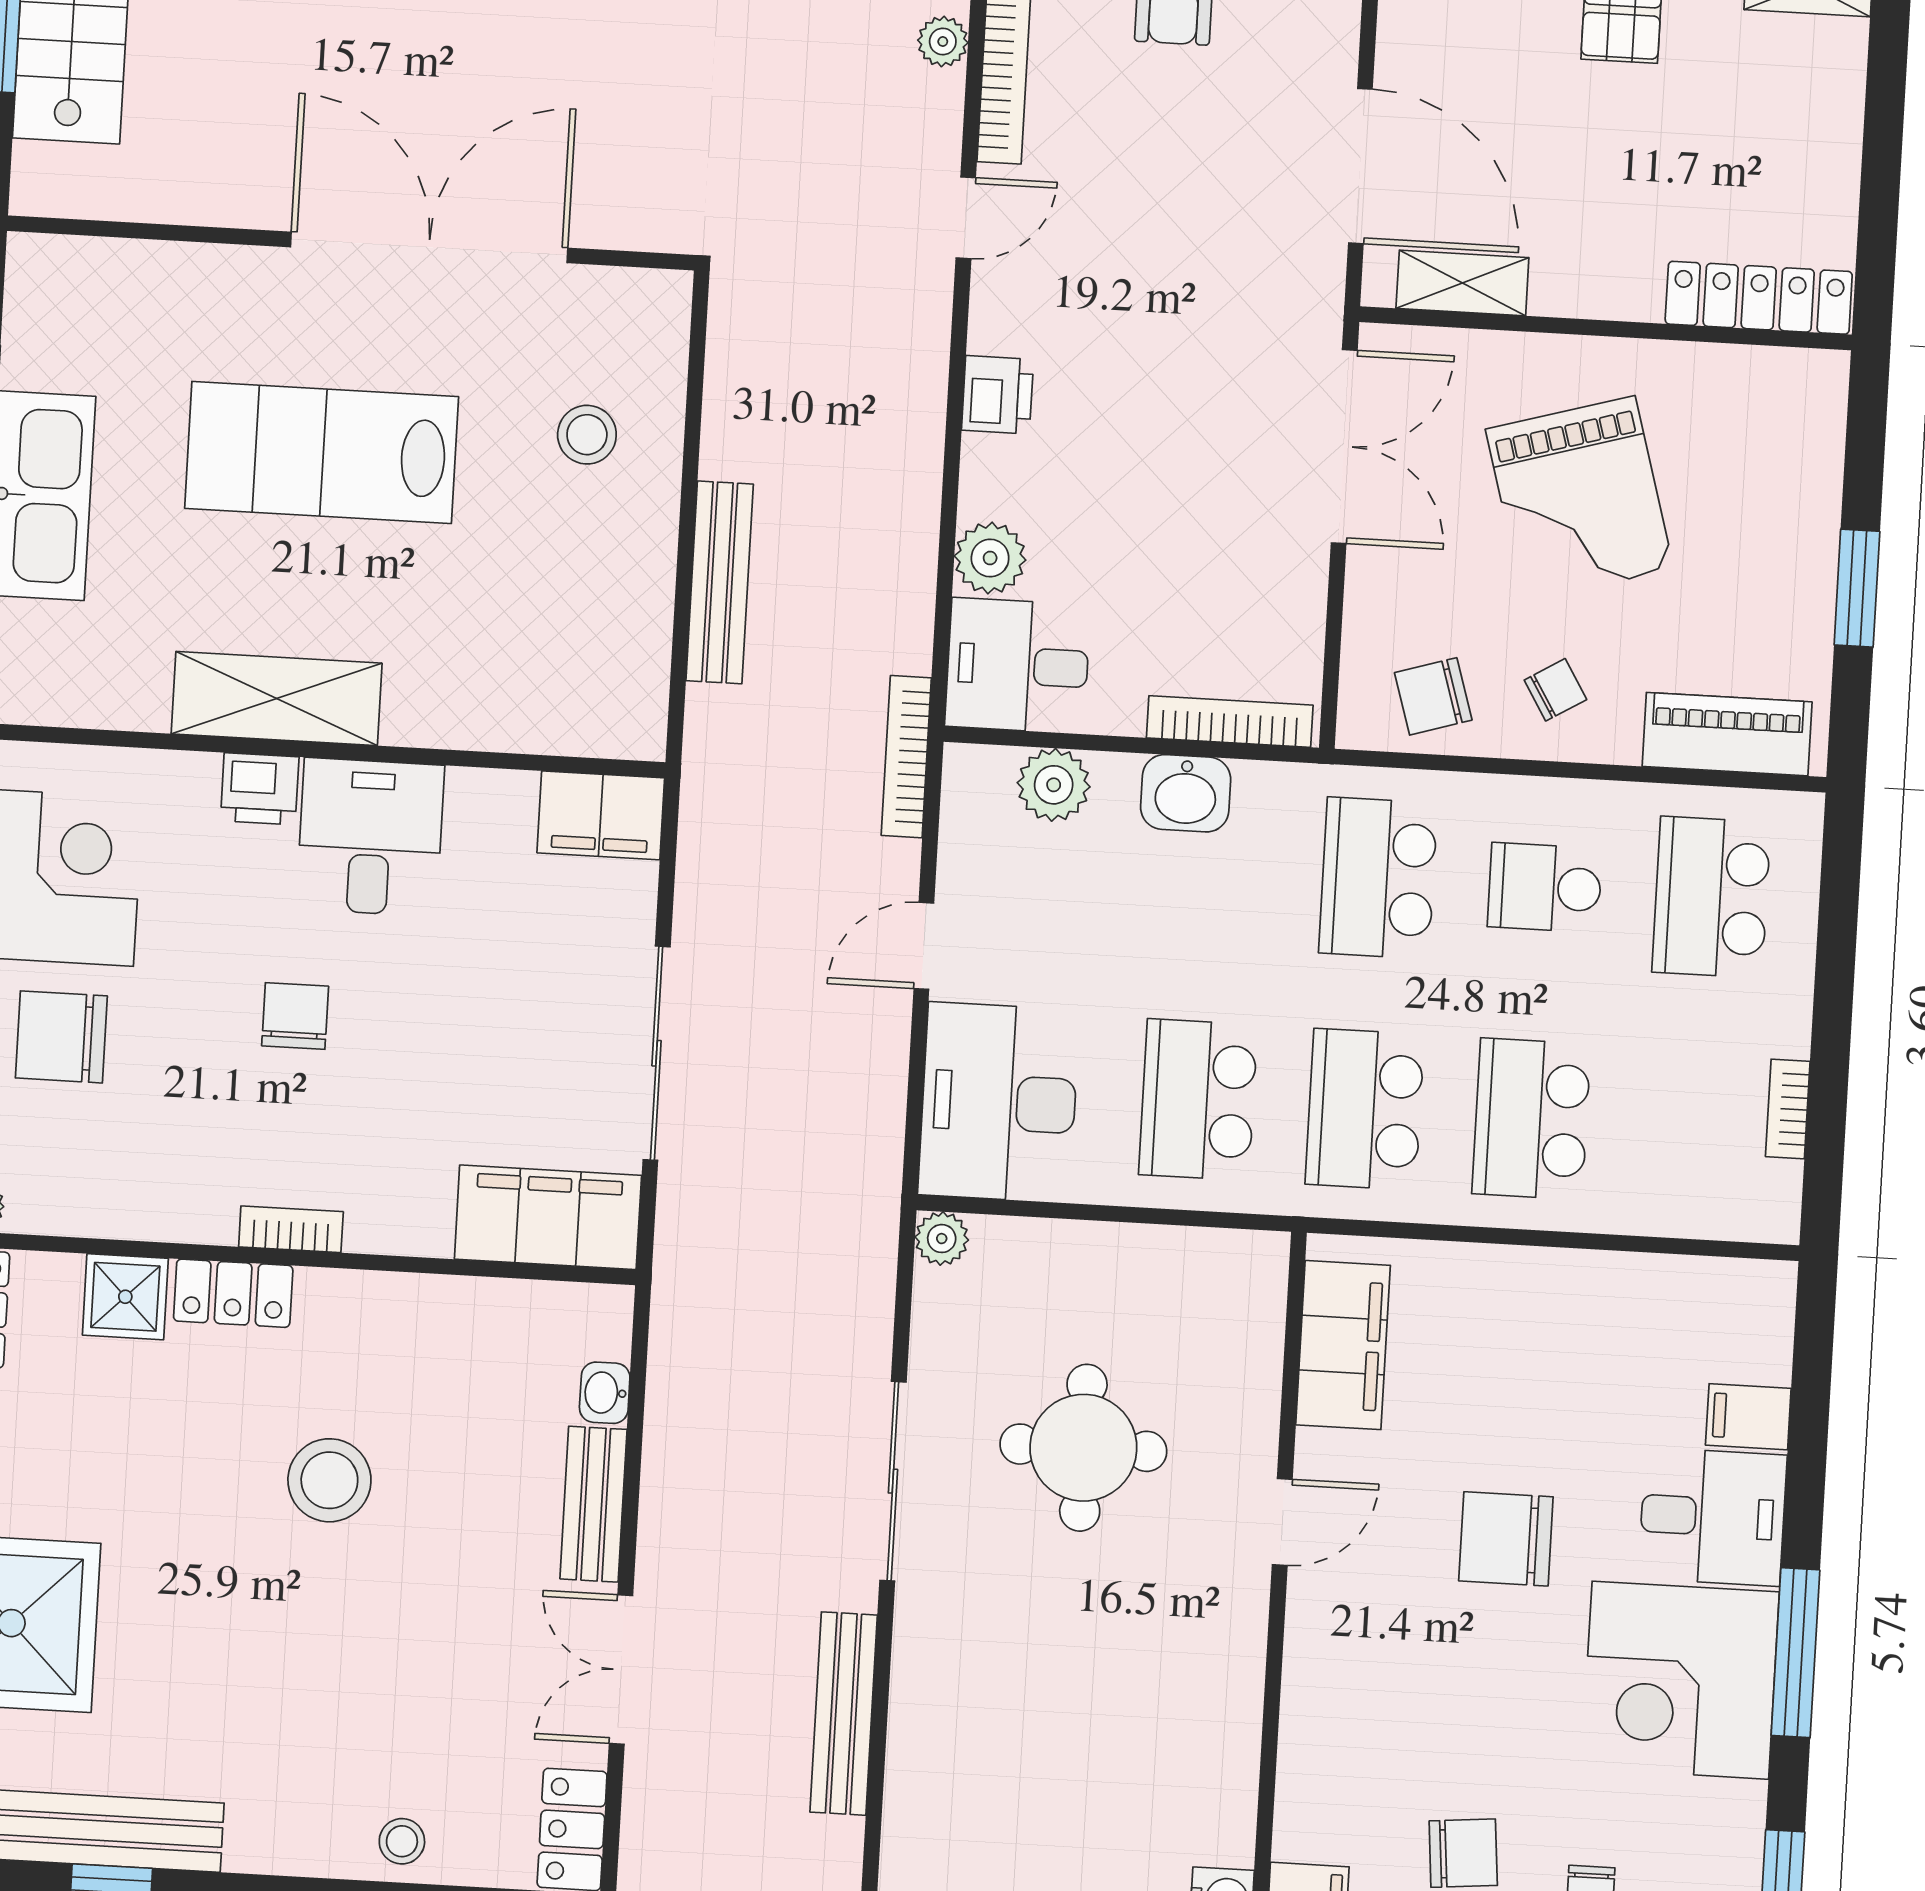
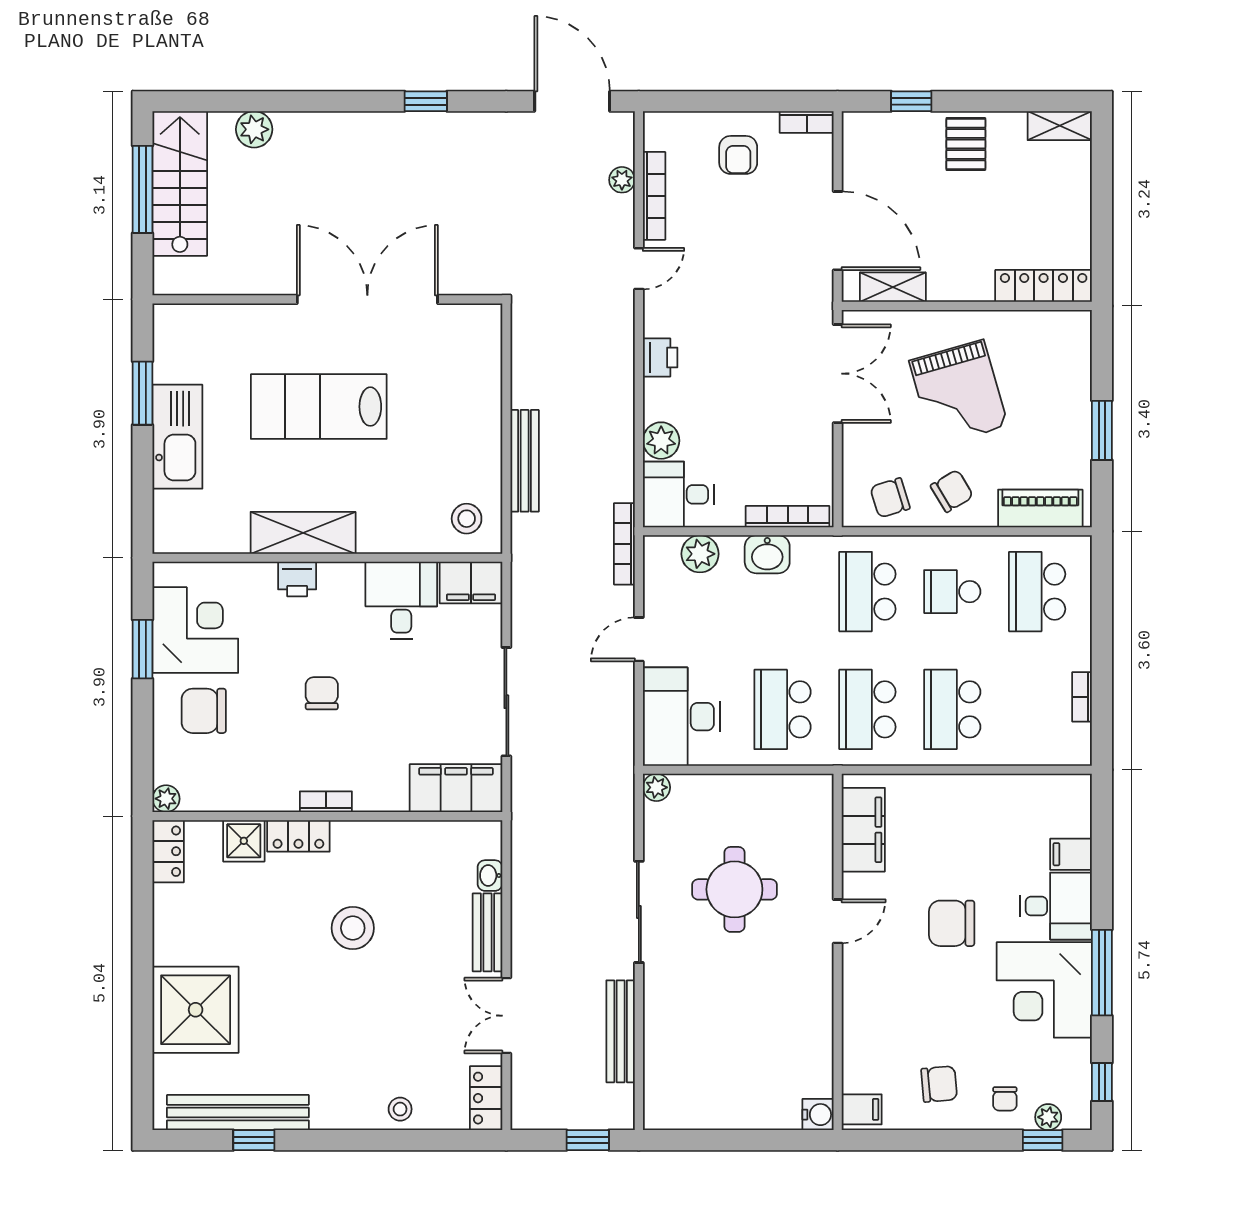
stool: (587, 435) -> (467, 519), moved
chair: (1555, 690) -> (952, 491), width x1.37, depth x1.37
desk: (370, 837) -> (401, 600), moved

